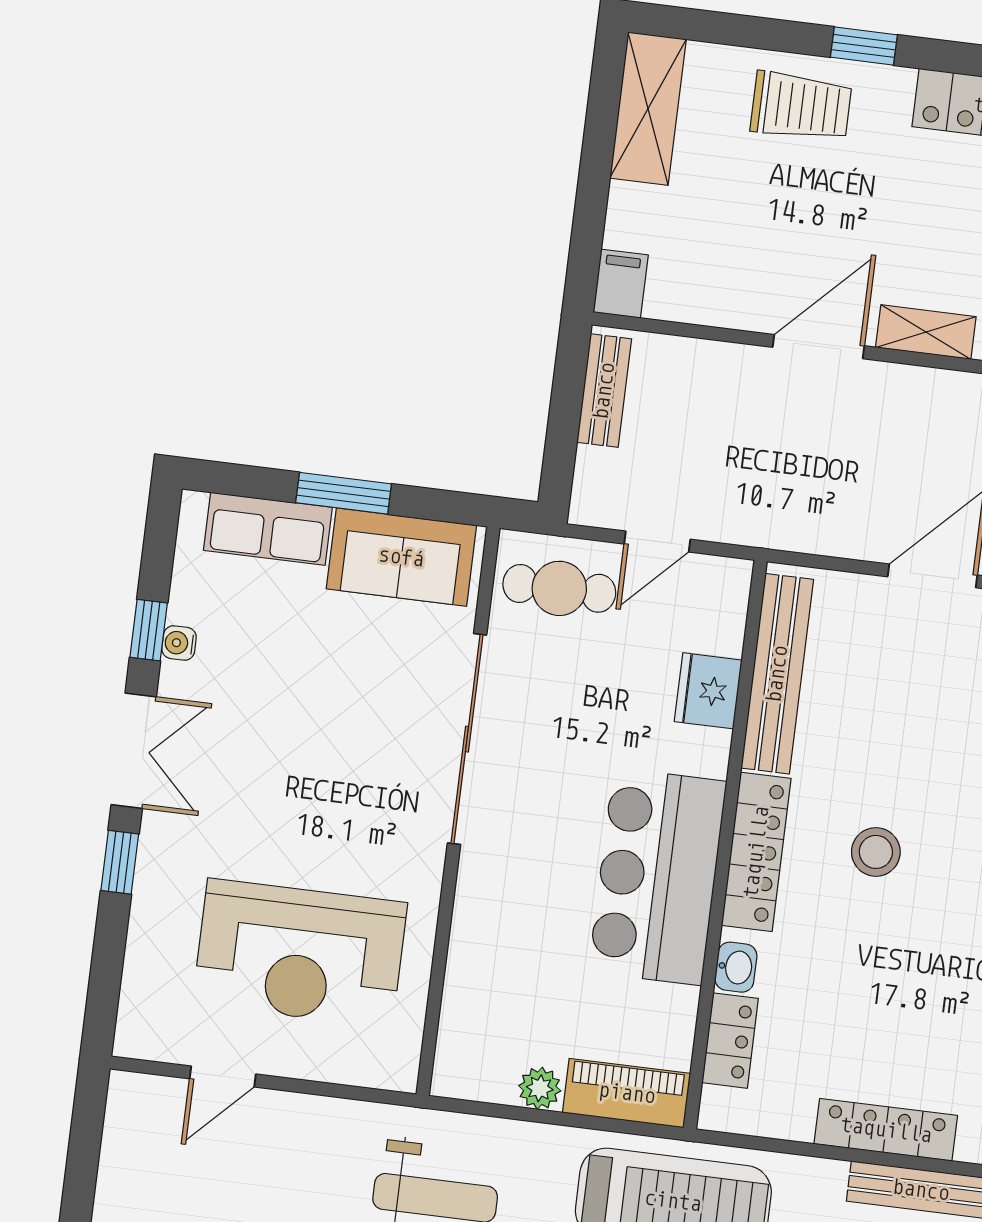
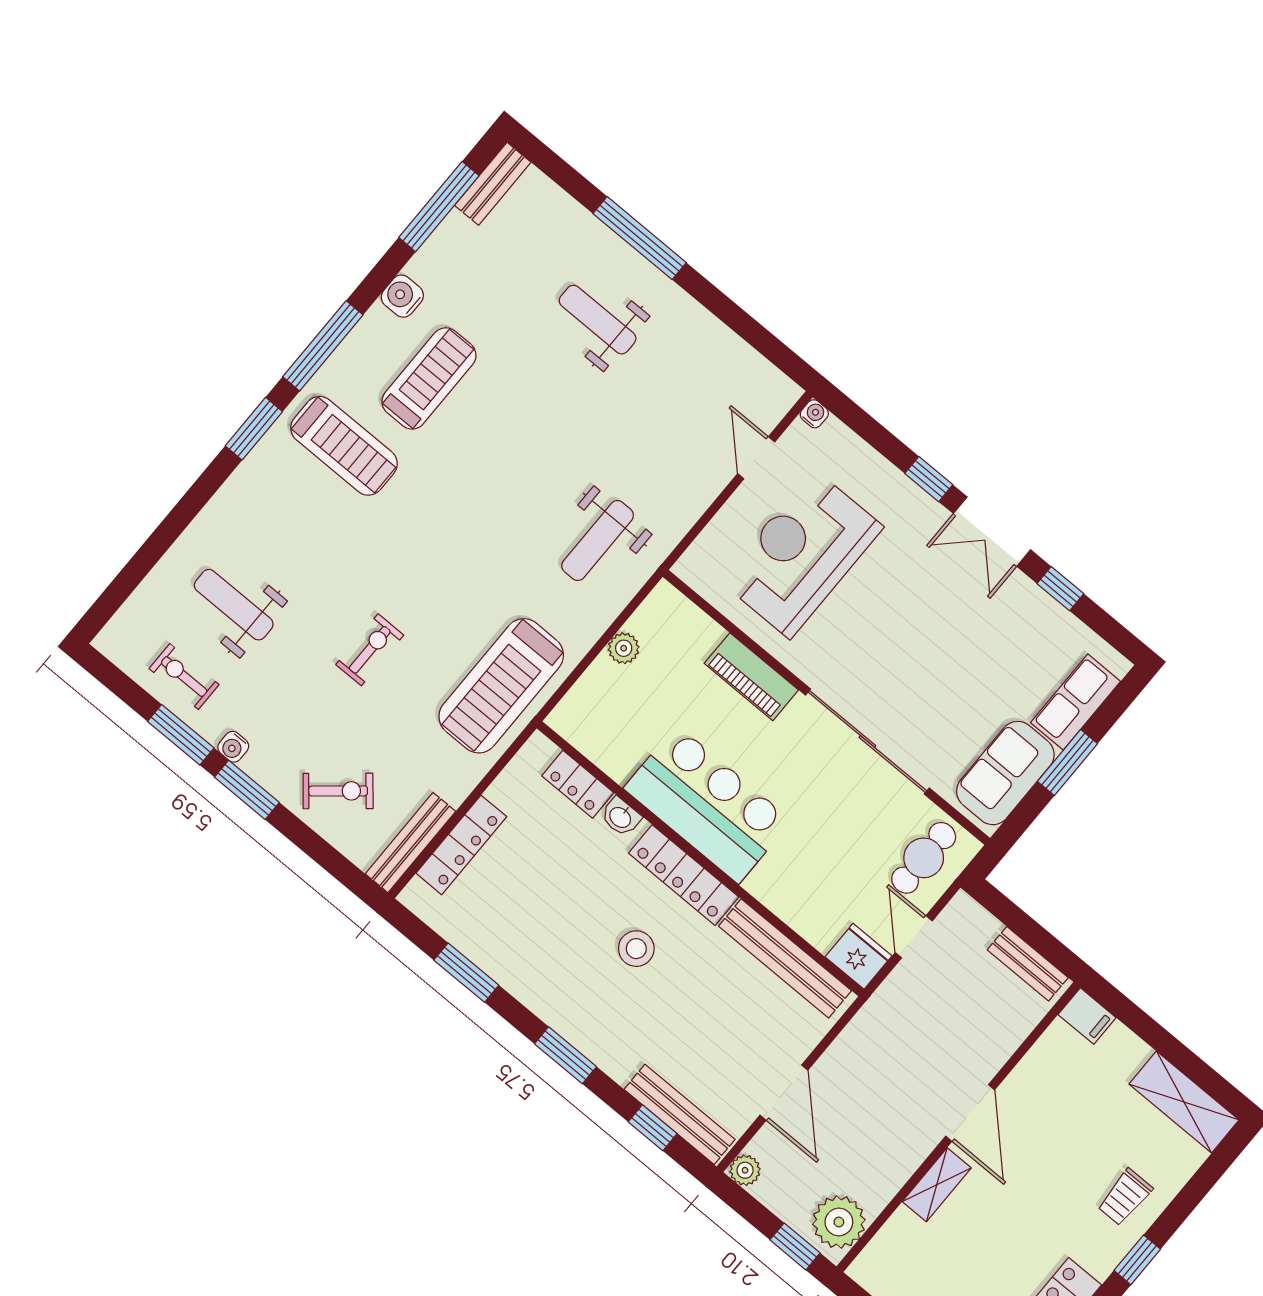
trolley: (801, 106) -> (1125, 1197), width x0.73, depth x0.72
water cooler: (179, 643) -> (814, 414), moved
fridge: (708, 691) -> (859, 956), moved
piano: (627, 1093) -> (751, 677), moved, turned 90

